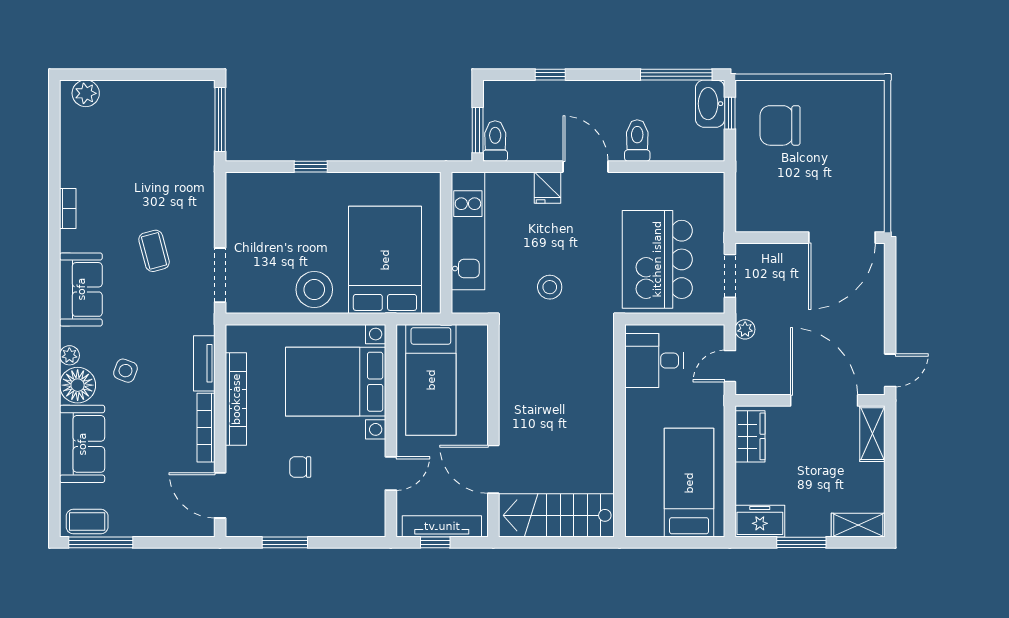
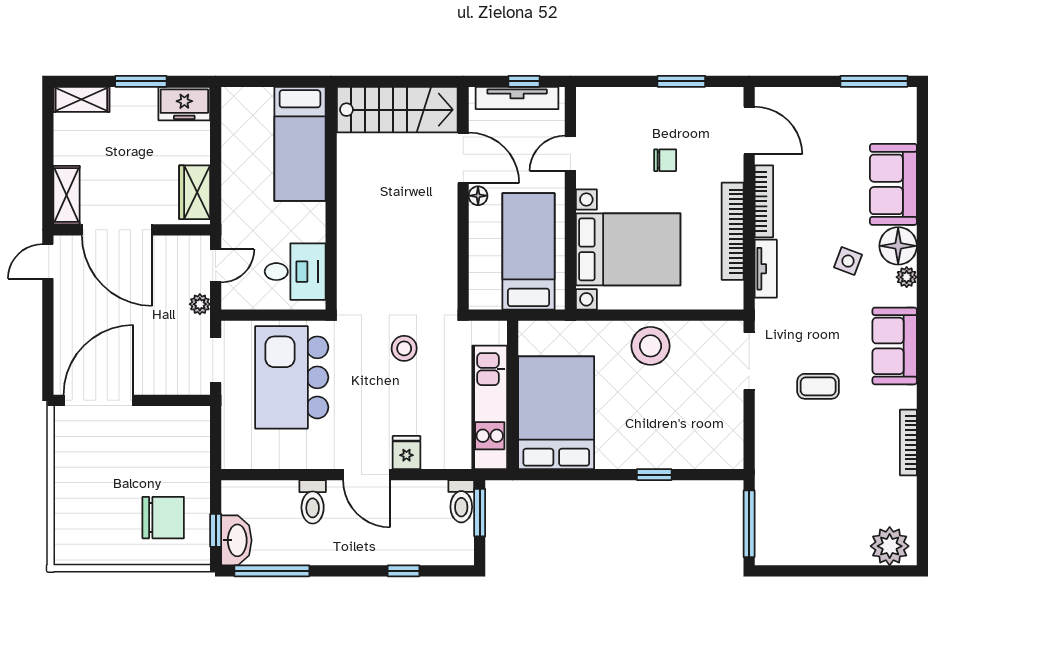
plant: (86, 93) -> (890, 546), width x1.36, depth x1.36
bookcase: (68, 209) -> (908, 442), width x1.56
coffee table: (154, 251) -> (818, 386), turned -75
kitchen island: (657, 259) -> (292, 377), turned 180
bed: (385, 260) -> (556, 413), moved, turned 180
floor lamp: (479, 433) -> (478, 196), added
bed: (689, 483) -> (300, 144), moved
coffee table: (87, 522) -> (888, 103), removed

